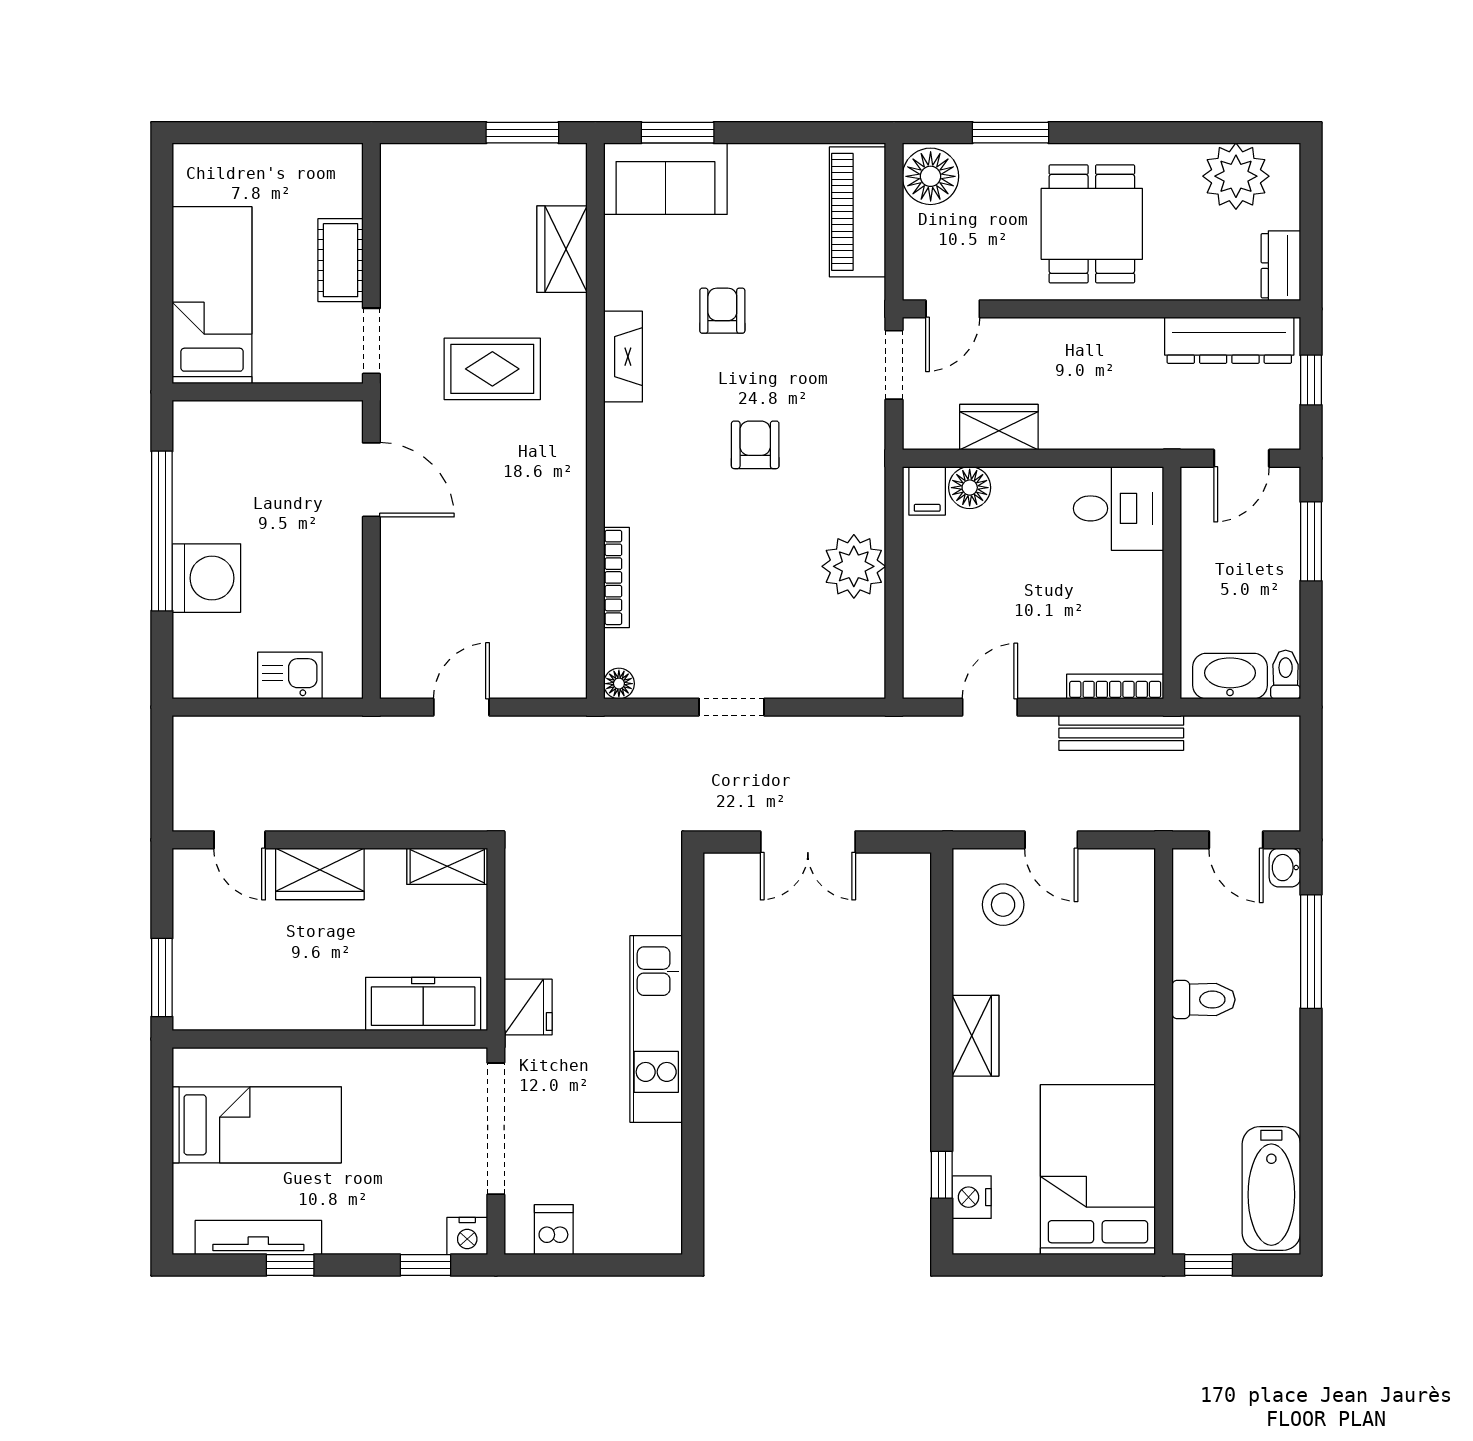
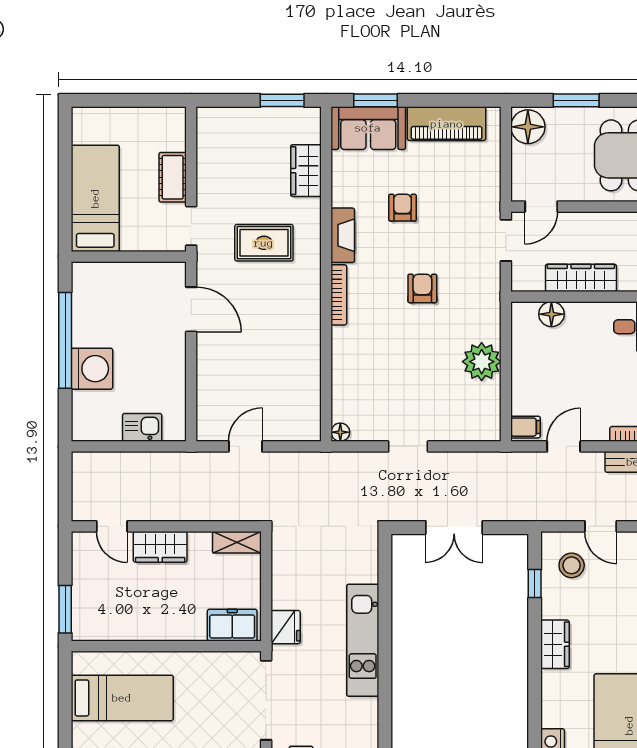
piano: (858, 212) -> (447, 124), moved, turned -90
wardrobe: (999, 427) -> (581, 278), width x1.50
filing cabinet: (927, 491) -> (526, 427), moved, turned -90
bookcase: (616, 577) -> (339, 295), moved
freezer: (423, 1004) -> (232, 625), width x0.71
window: (942, 1175) -> (535, 584), moved

